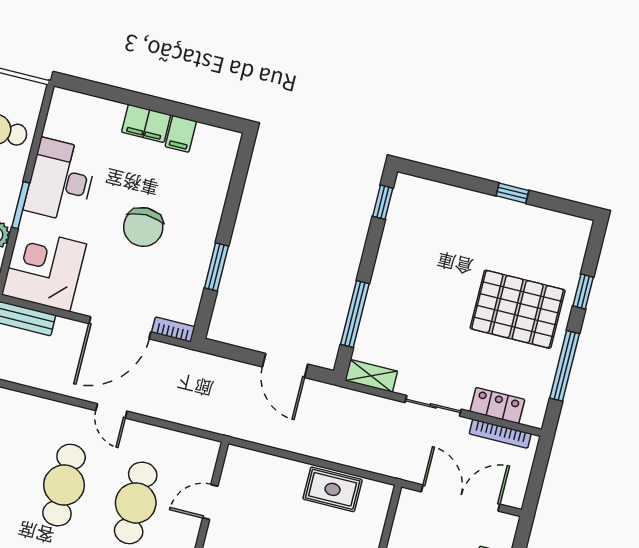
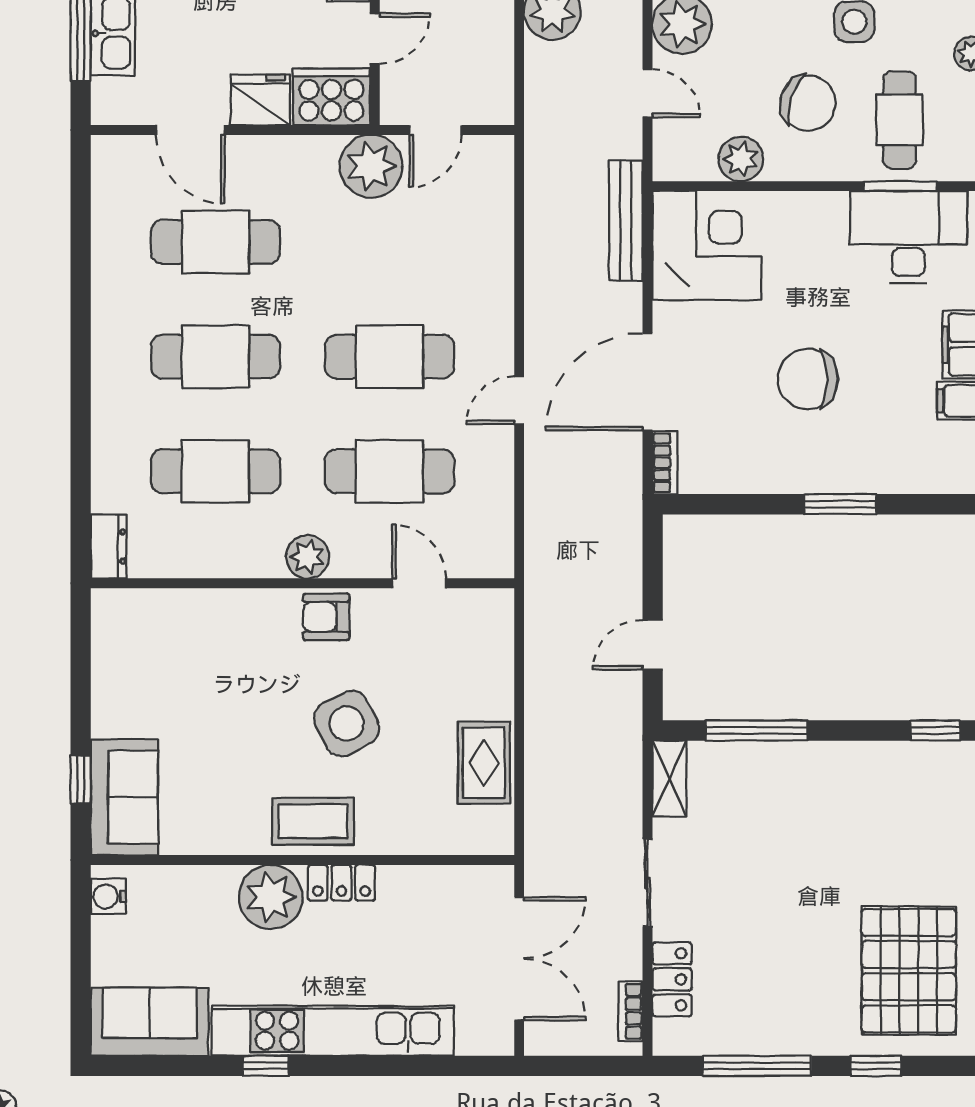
desk: (61, 180) -> (908, 237), moved
window: (21, 205) -> (900, 186), moved
window: (216, 267) -> (840, 504), moved
pallet: (518, 309) -> (909, 971), moved
door: (120, 328) -> (647, 382), hinge flipped
door: (285, 365) -> (653, 645), width x0.73
bookcase: (500, 434) -> (631, 1011), width x0.64

